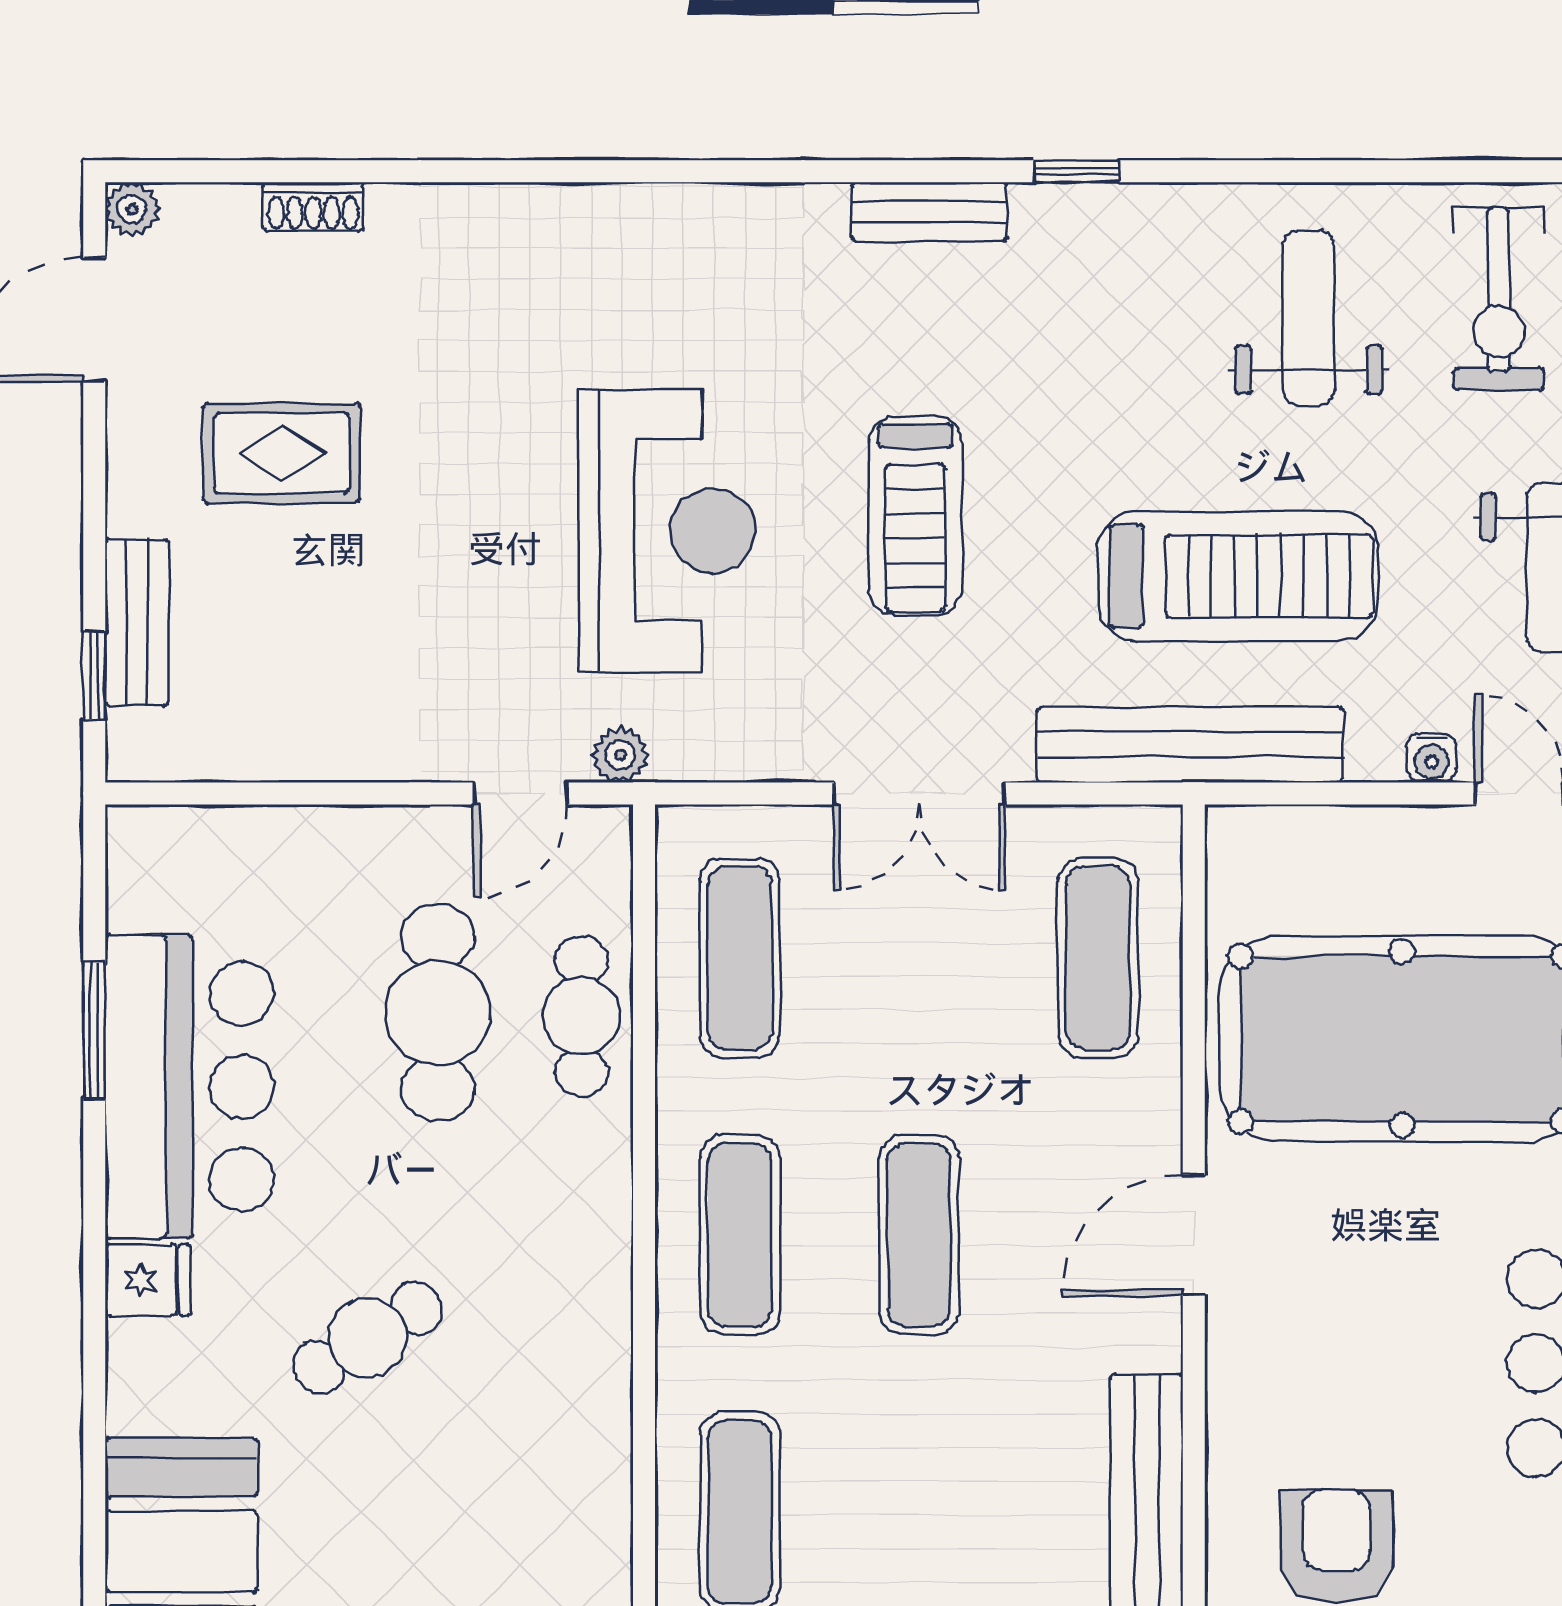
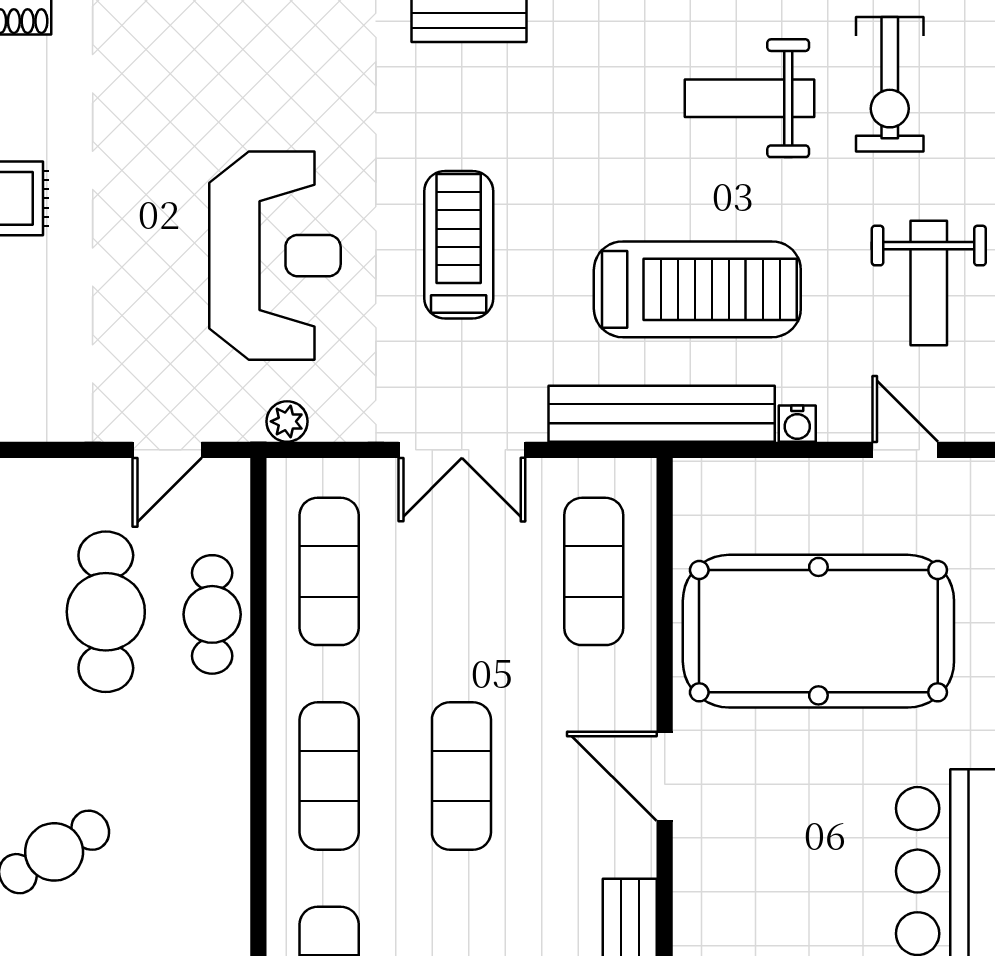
weight bench: (1309, 318) -> (749, 98), turned -90
treadmill: (915, 516) -> (459, 245), turned 180
plant: (620, 755) -> (287, 421), moved
water cooler: (1431, 758) -> (797, 424), moved
door: (1194, 1235) -> (665, 776), hinge flipped

